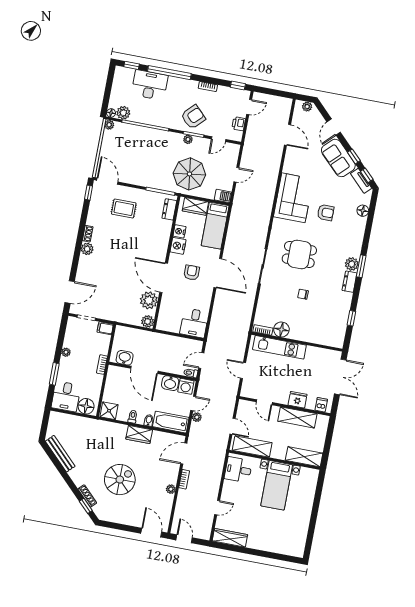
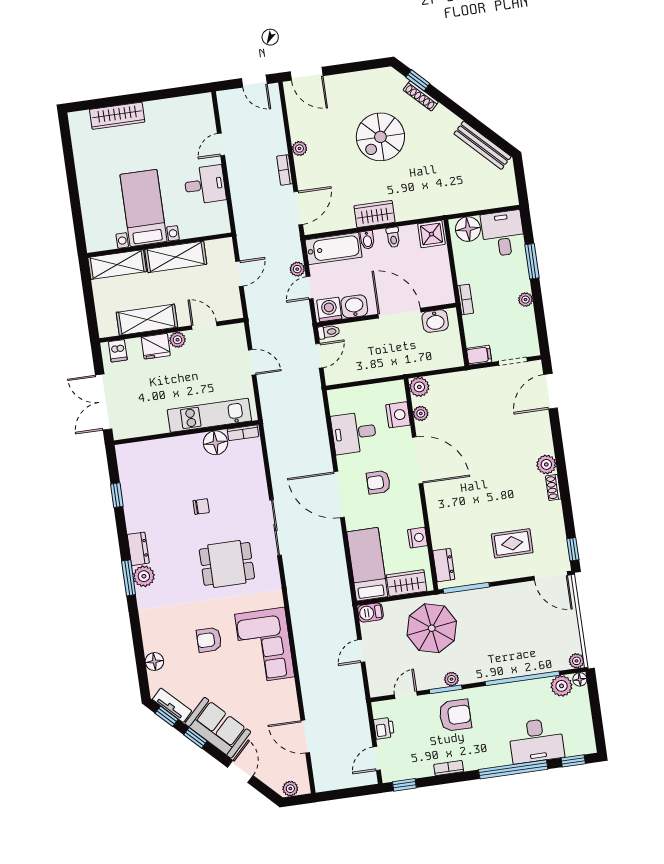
armchair: (193, 117) -> (455, 715), turned -135
nightstand: (178, 246) -> (398, 415), moved
armchair: (192, 273) -> (378, 482), turned 90
plant: (149, 300) -> (421, 413), width x0.53, depth x0.53
desk: (194, 323) -> (354, 433), moved, turned -90
plant: (283, 399) -> (178, 340), added
door: (232, 426) -> (239, 274), swing flipped
shelving: (252, 446) -> (176, 257), moved
desk: (238, 470) -> (205, 185), moved
wardrobe: (230, 538) -> (117, 116), moved

